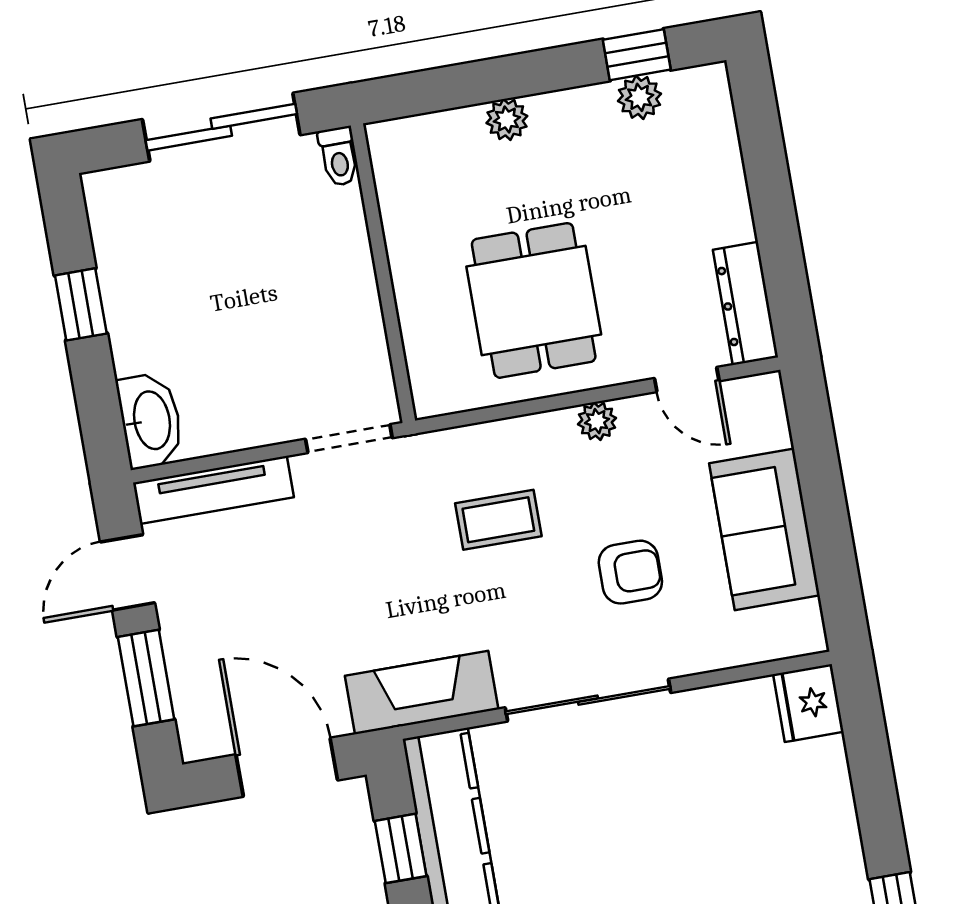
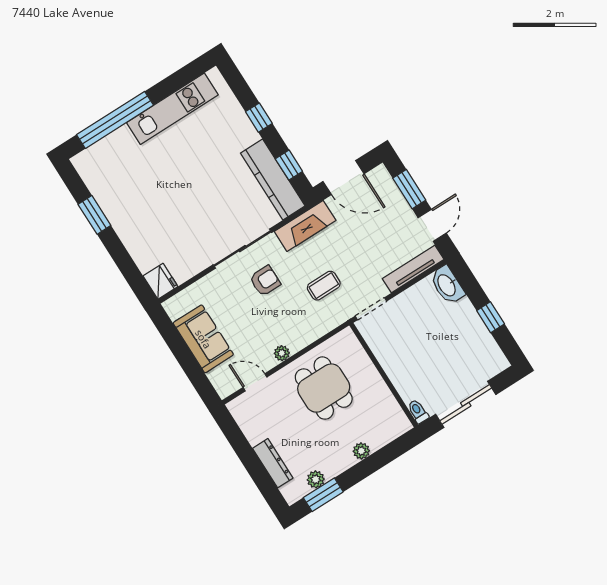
window: (637, 55) -> (323, 495), width x1.50
dresser: (746, 303) -> (273, 463), moved
coffee table: (498, 520) -> (324, 286), moved
armchair: (630, 572) -> (265, 281), moved, turned 180

